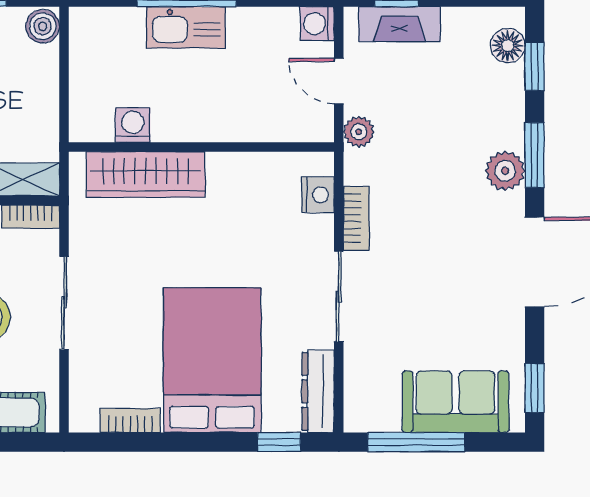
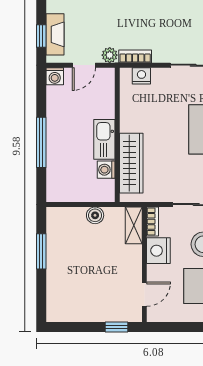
boiler: (43, 26) -> (95, 215), moved
kitchen sink: (186, 27) -> (104, 139), moved, turned 180
bookcase: (356, 218) -> (135, 56), moved

